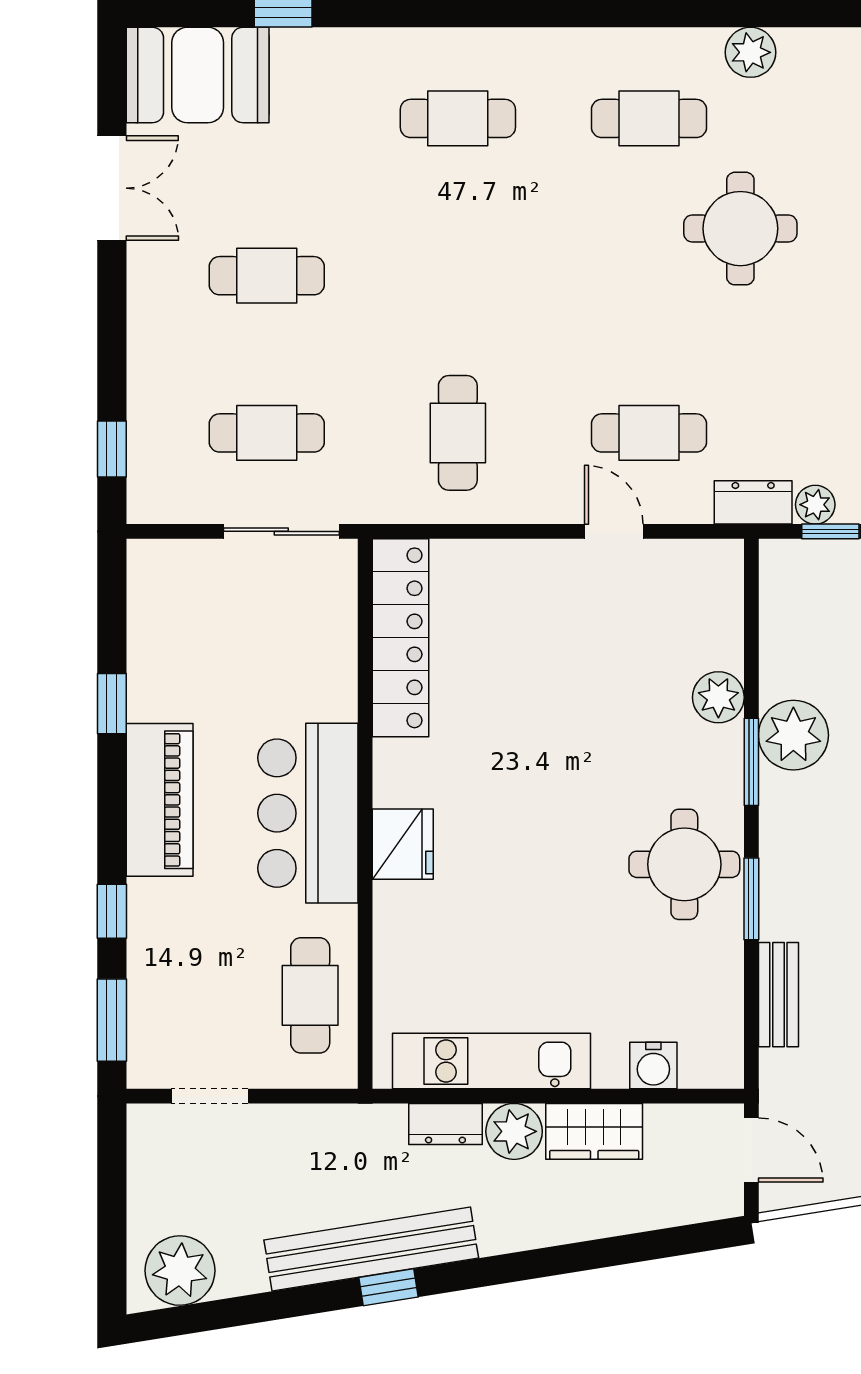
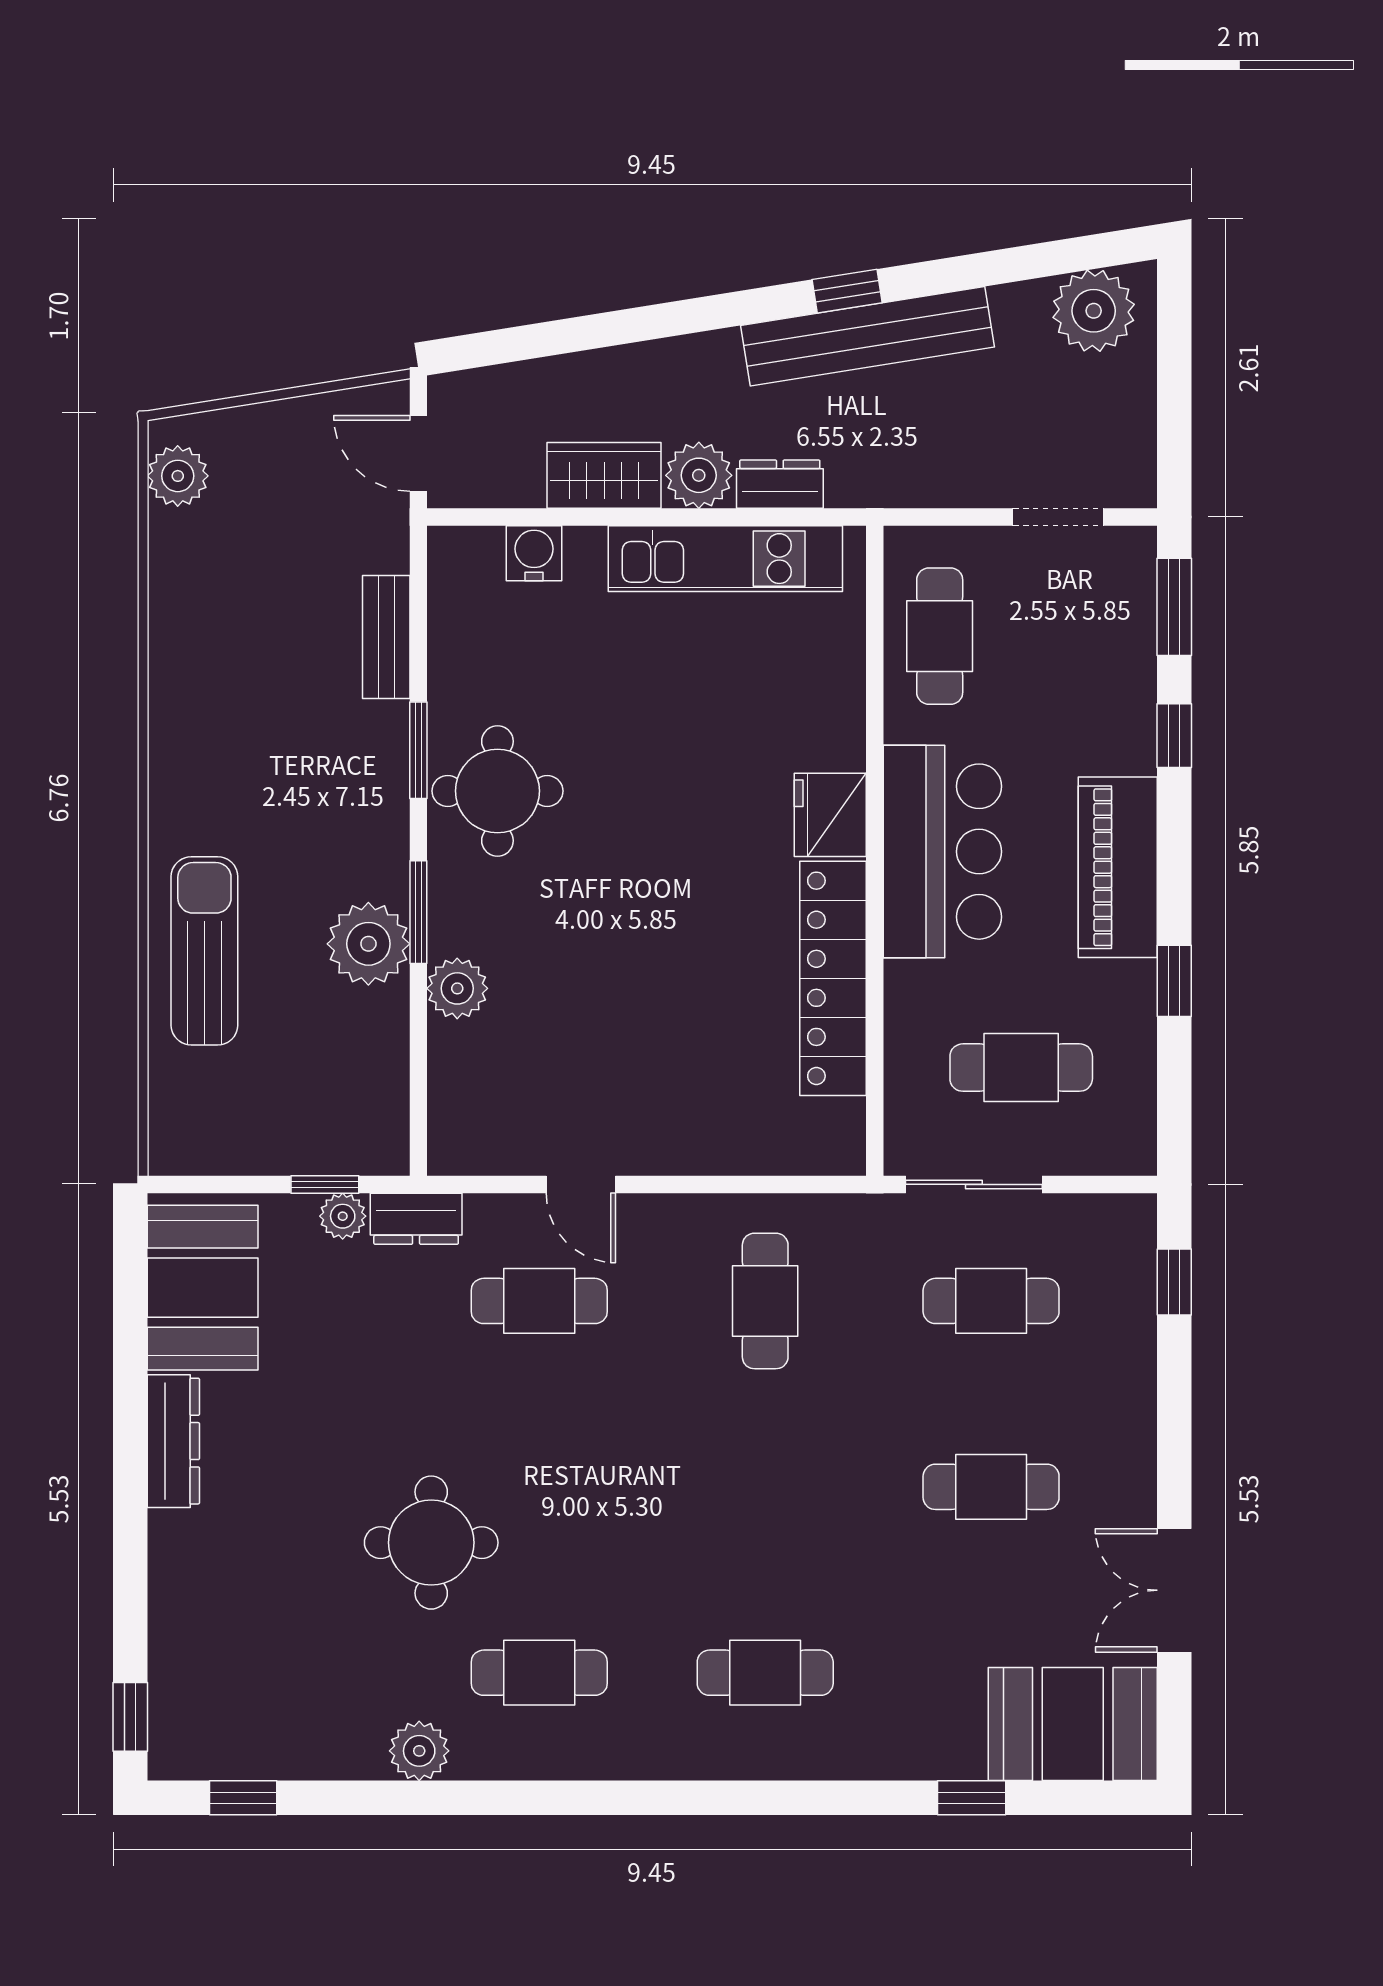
cafe table: (241, 630) -> (1021, 1068), added
locker: (400, 638) -> (833, 978), moved

